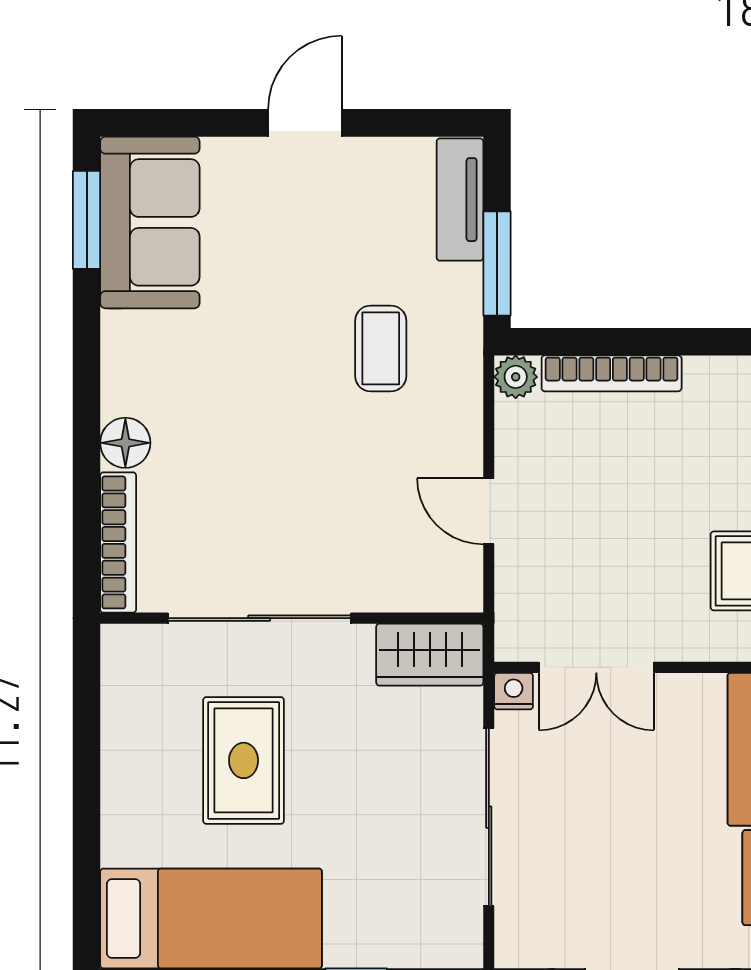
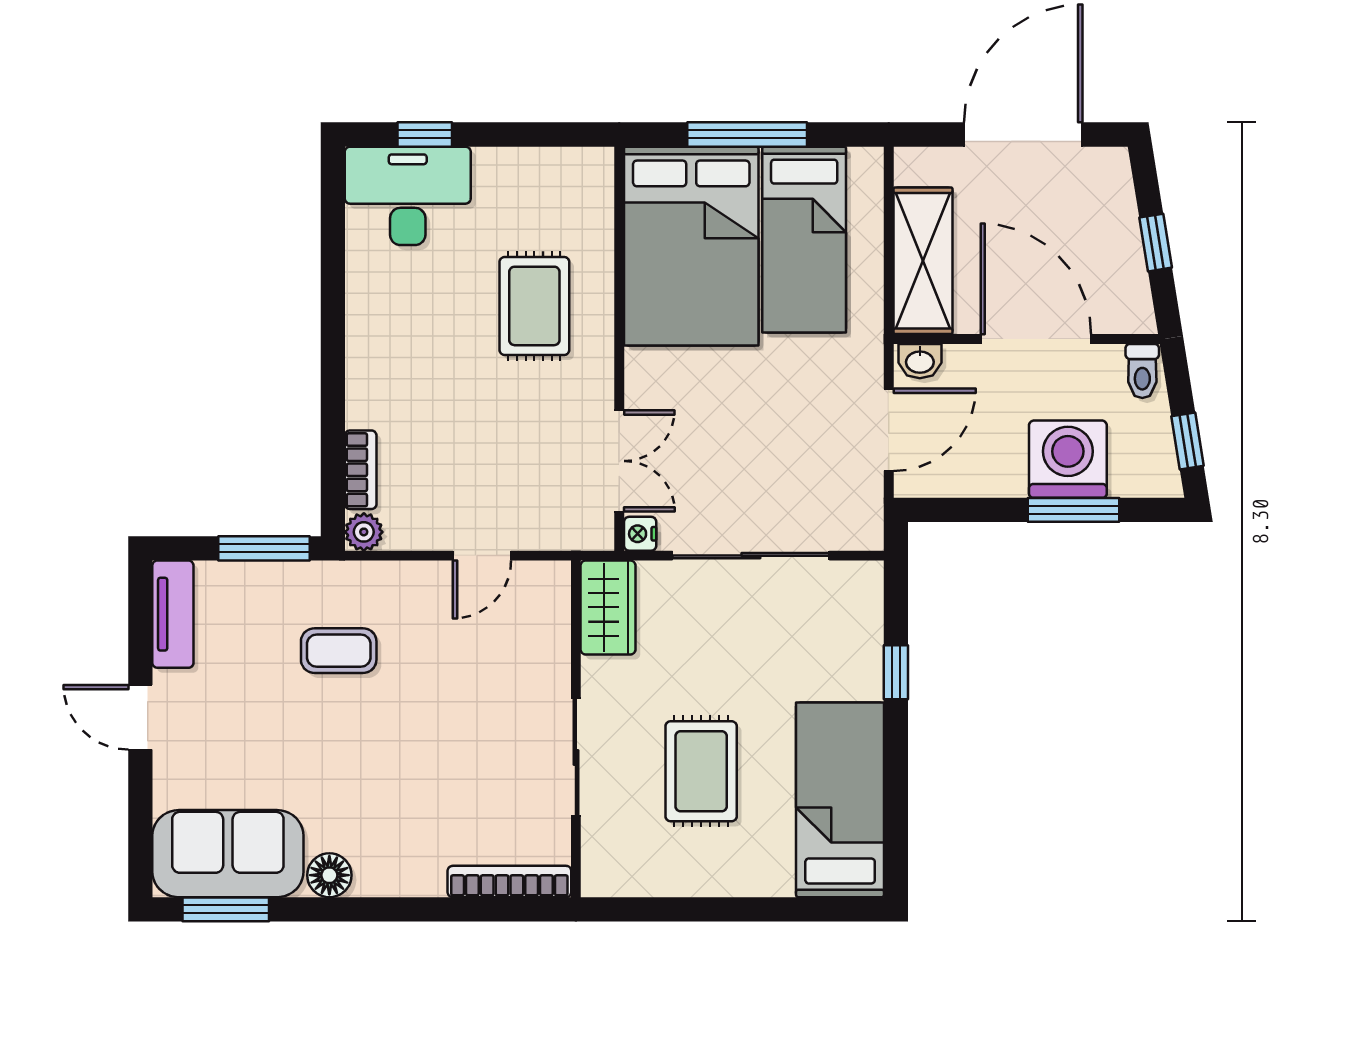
tv unit: (460, 200) -> (173, 614), moved, turned -90
bookcase: (612, 373) -> (361, 470), width x0.64
floor lamp: (125, 443) -> (329, 875), moved
sliding door: (259, 618) -> (576, 757), width x0.73
rug: (244, 760) -> (701, 771), turned 90

